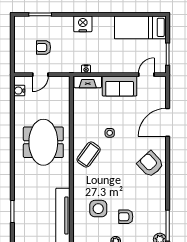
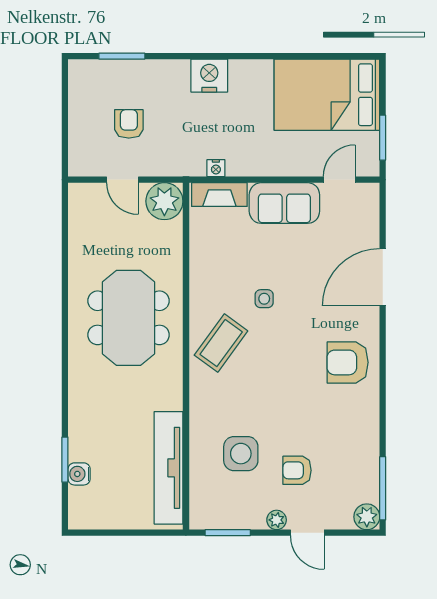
bed: (140, 27) -> (327, 95), width x1.50
armchair: (44, 47) -> (129, 124), turned 90
door: (40, 75) -> (123, 180), hinge flipped
plant: (61, 85) -> (164, 201), added
water cooler: (19, 91) -> (79, 474), moved
armchair: (150, 164) -> (348, 362), turned -47

